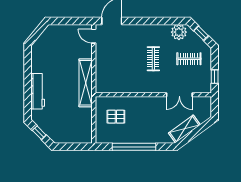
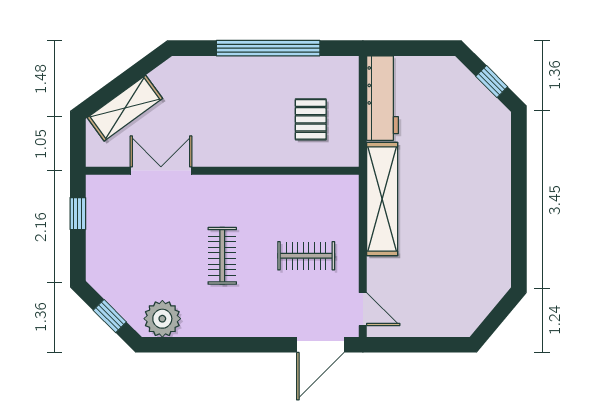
clothes rail: (189, 59) -> (306, 256), moved
workbench: (38, 91) -> (383, 98), moved, turned 180
pallet: (116, 117) -> (311, 119), turned 90
shelving: (184, 129) -> (125, 108), moved

